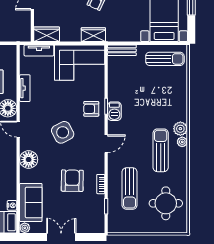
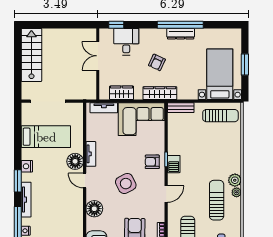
wardrobe: (47, 34) -> (122, 93), moved
wardrobe: (93, 35) -> (160, 93), width x1.50
tv unit: (25, 88) -> (91, 154), moved

